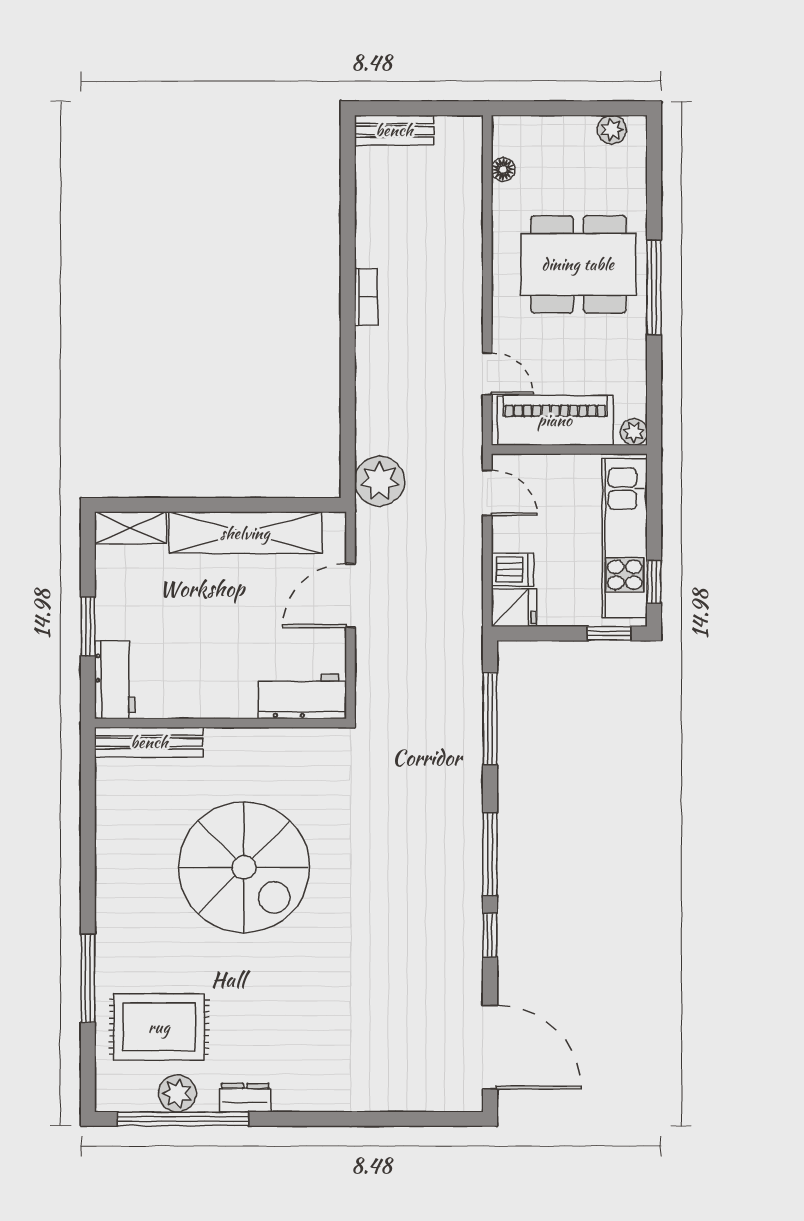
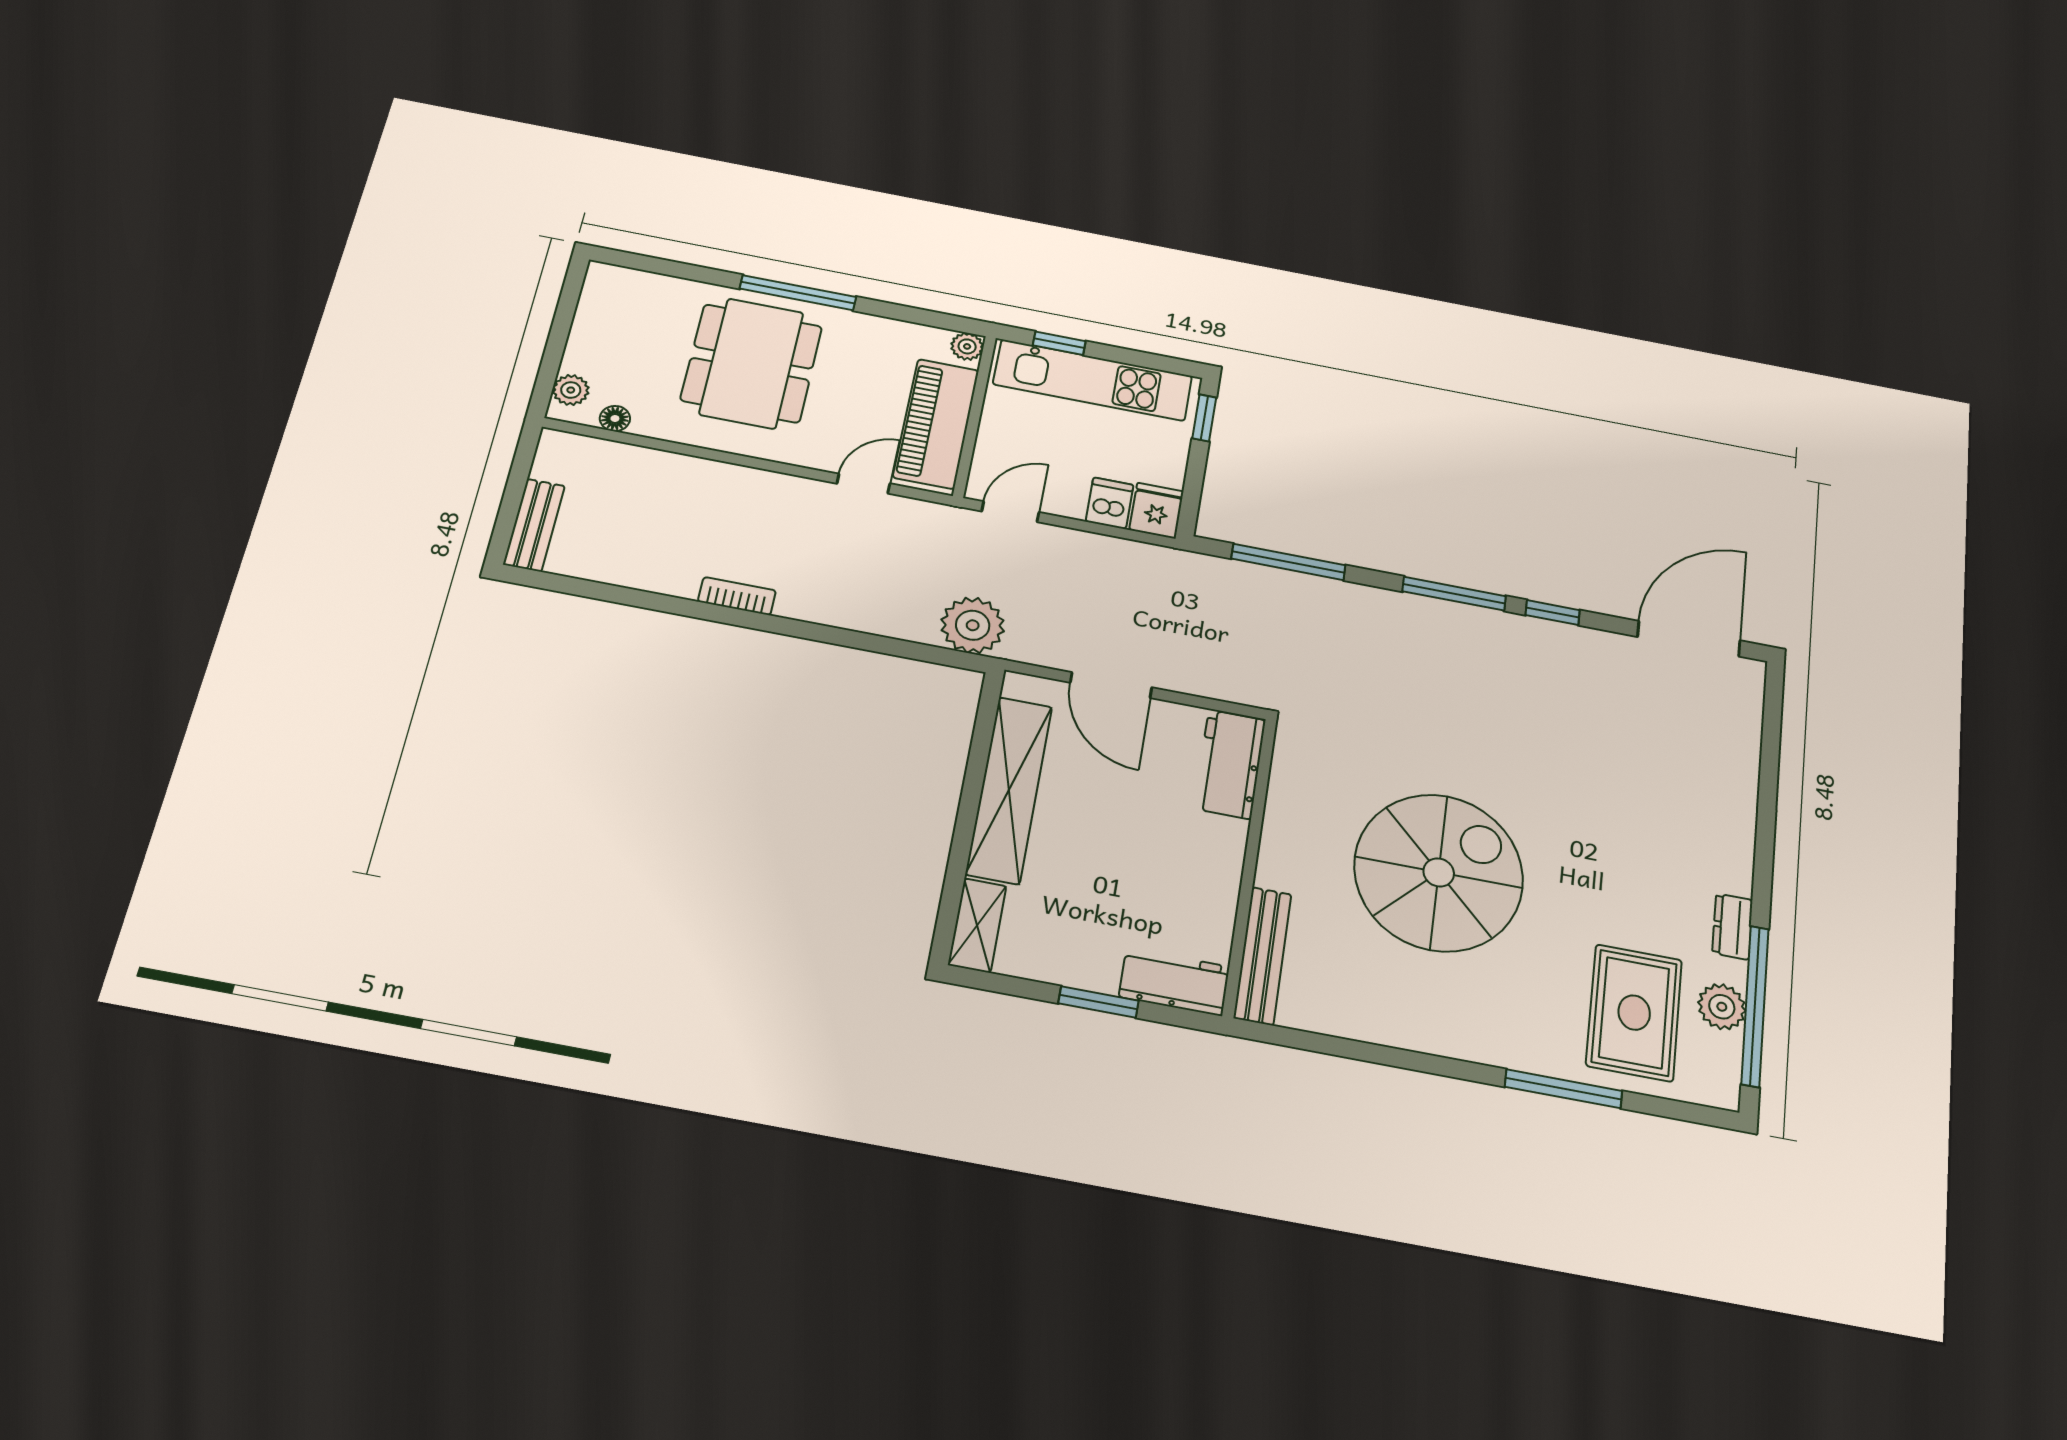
plant: (612, 130) -> (571, 390), moved
window: (654, 582) -> (1059, 343), moved

